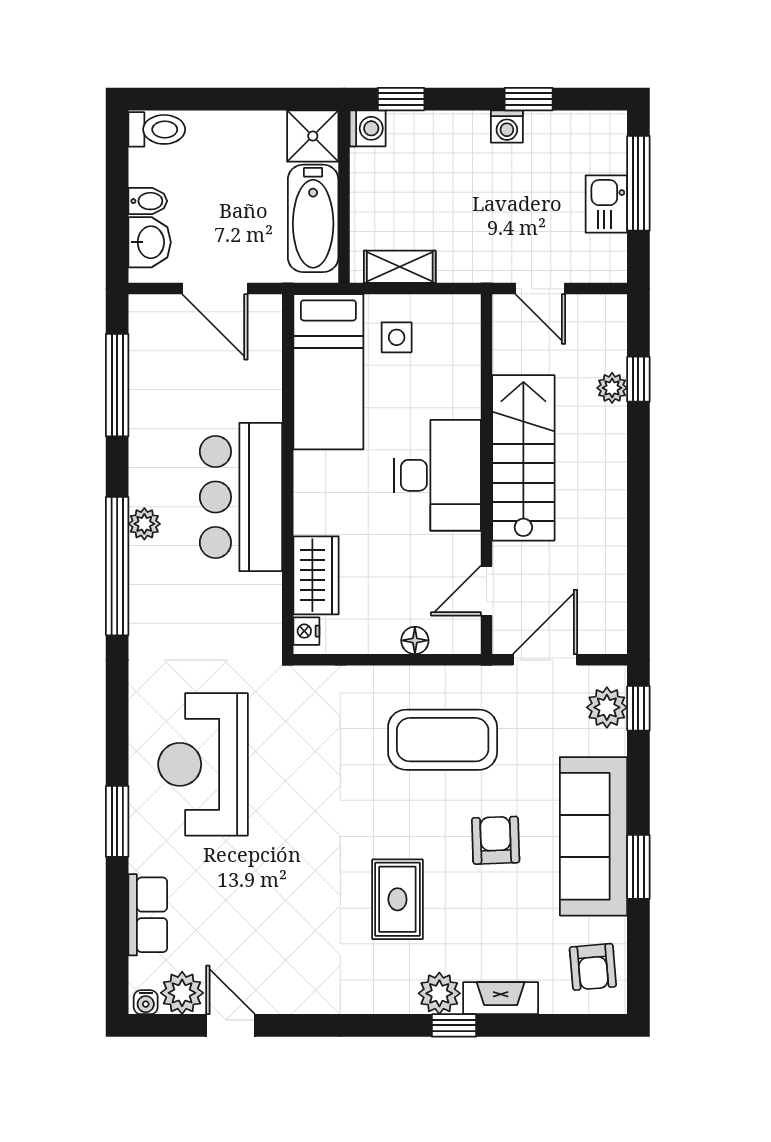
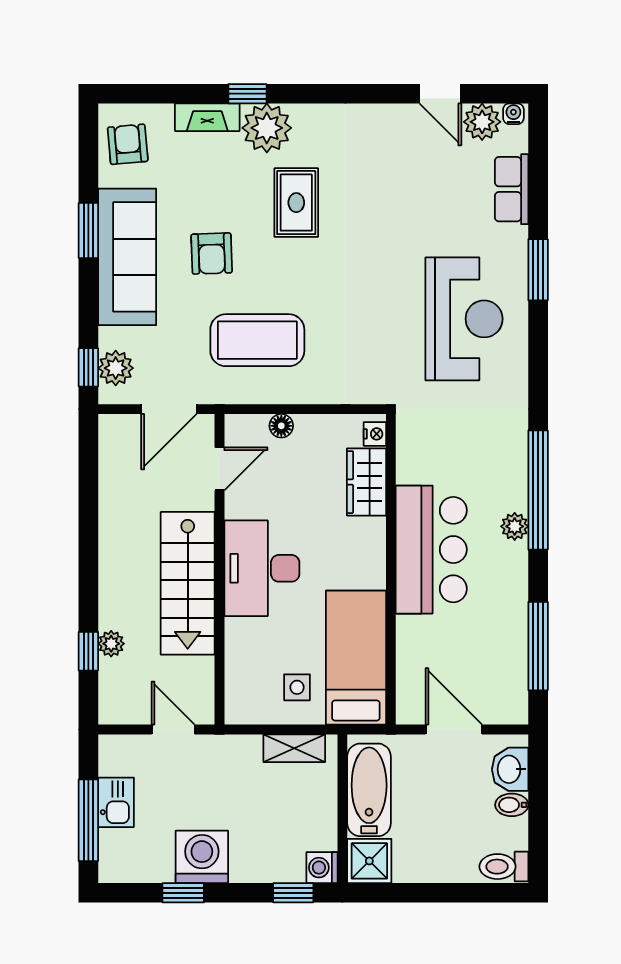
washing machine: (507, 126) -> (202, 857), width x1.89, depth x1.89
plant: (439, 993) -> (267, 128), width x1.36, depth x1.36

